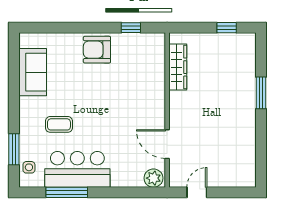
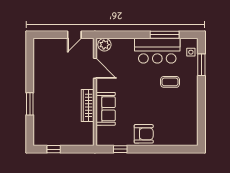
wardrobe: (178, 67) -> (88, 105), moved
sofa: (33, 72) -> (106, 109), moved, turned 180

